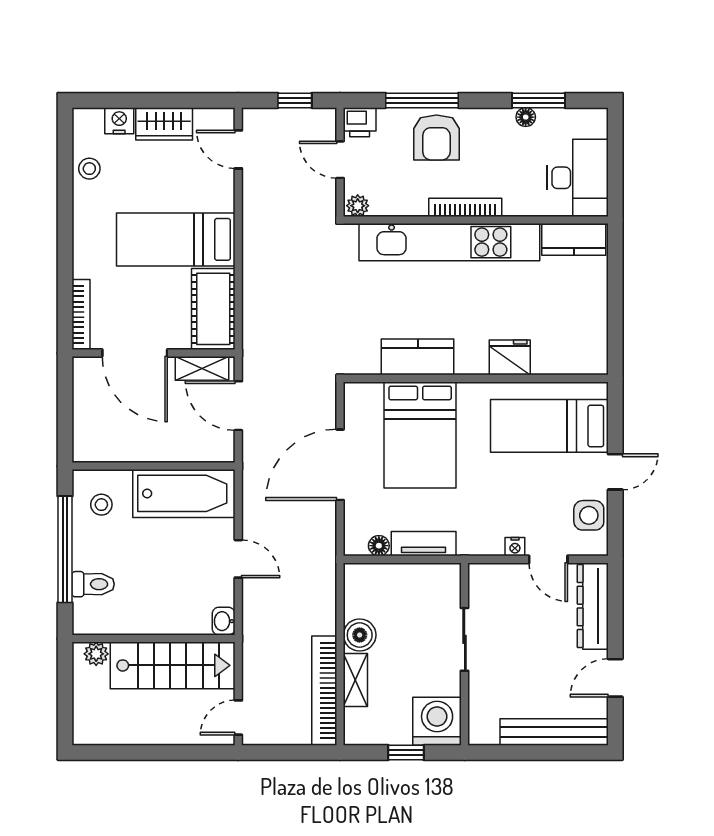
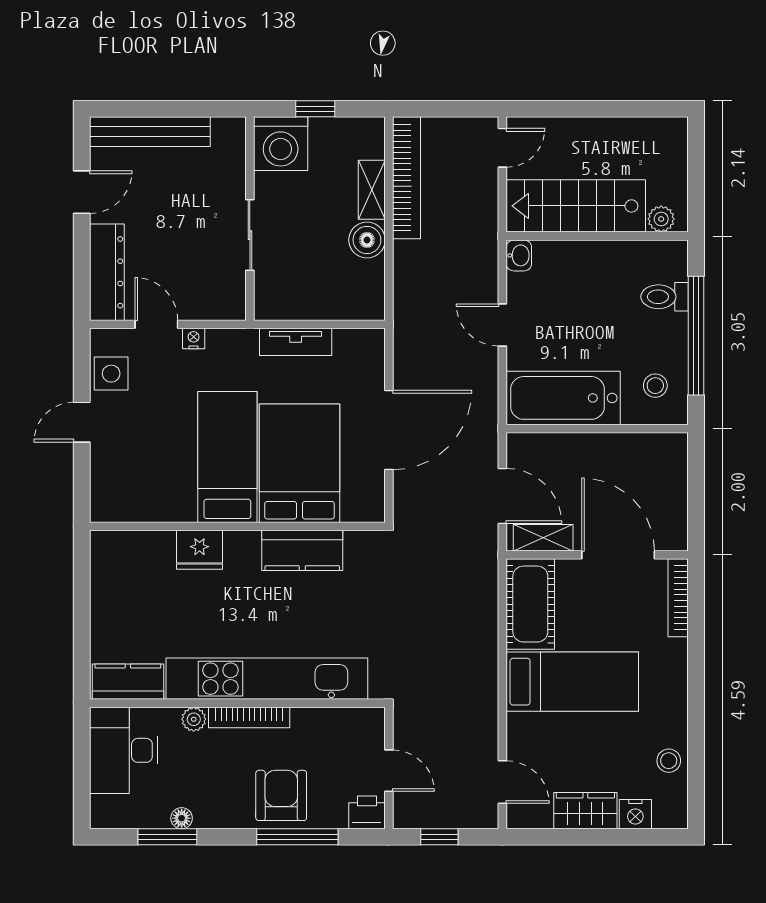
plant: (358, 206) -> (194, 719), moved
bed: (549, 426) -> (227, 457), moved, turned -90
floor lamp: (379, 546) -> (346, 340), removed

